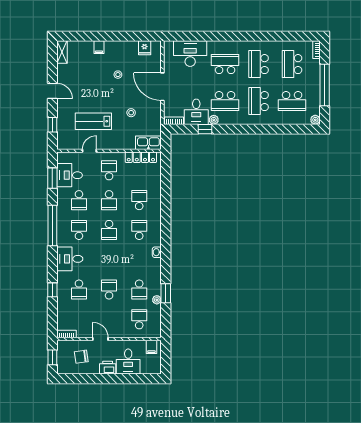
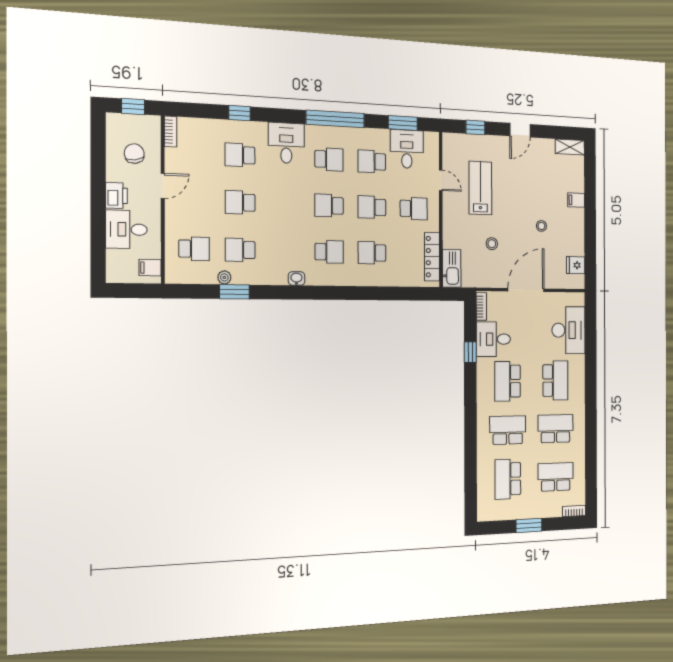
window: (325, 85) -> (529, 525), width x0.47
plant: (214, 120) -> (483, 365), removed
plant: (315, 120) -> (483, 514), removed
school desk: (139, 200) -> (372, 253), turned 180
school desk: (109, 290) -> (240, 202), turned 180

